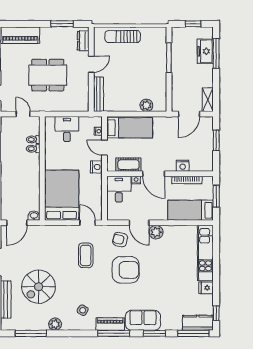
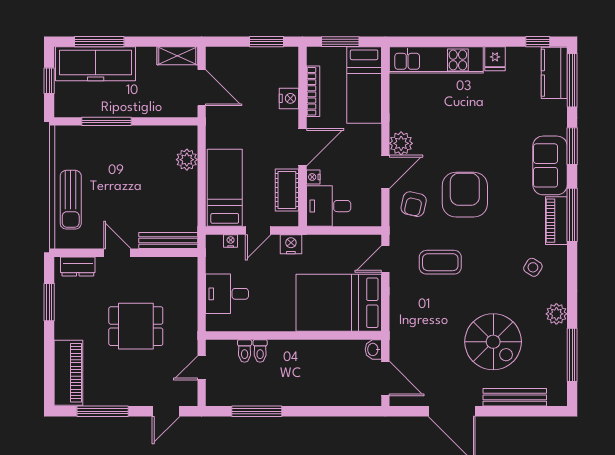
freezer: (205, 51) -> (96, 64), width x1.91, depth x1.26
dining table: (48, 75) -> (136, 326), width x0.73
window: (216, 140) -> (267, 42), moved

